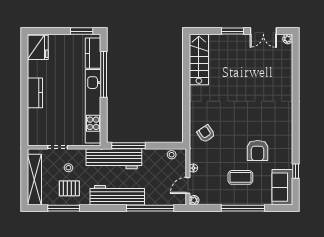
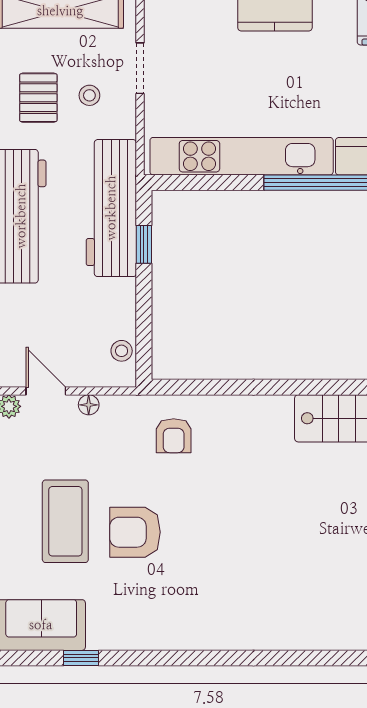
armchair: (206, 134) -> (174, 436), turned 124
window: (129, 146) -> (144, 244), width x0.46
armchair: (258, 151) -> (135, 532), moved
coffee table: (240, 177) -> (65, 521), width x1.36, depth x1.32

